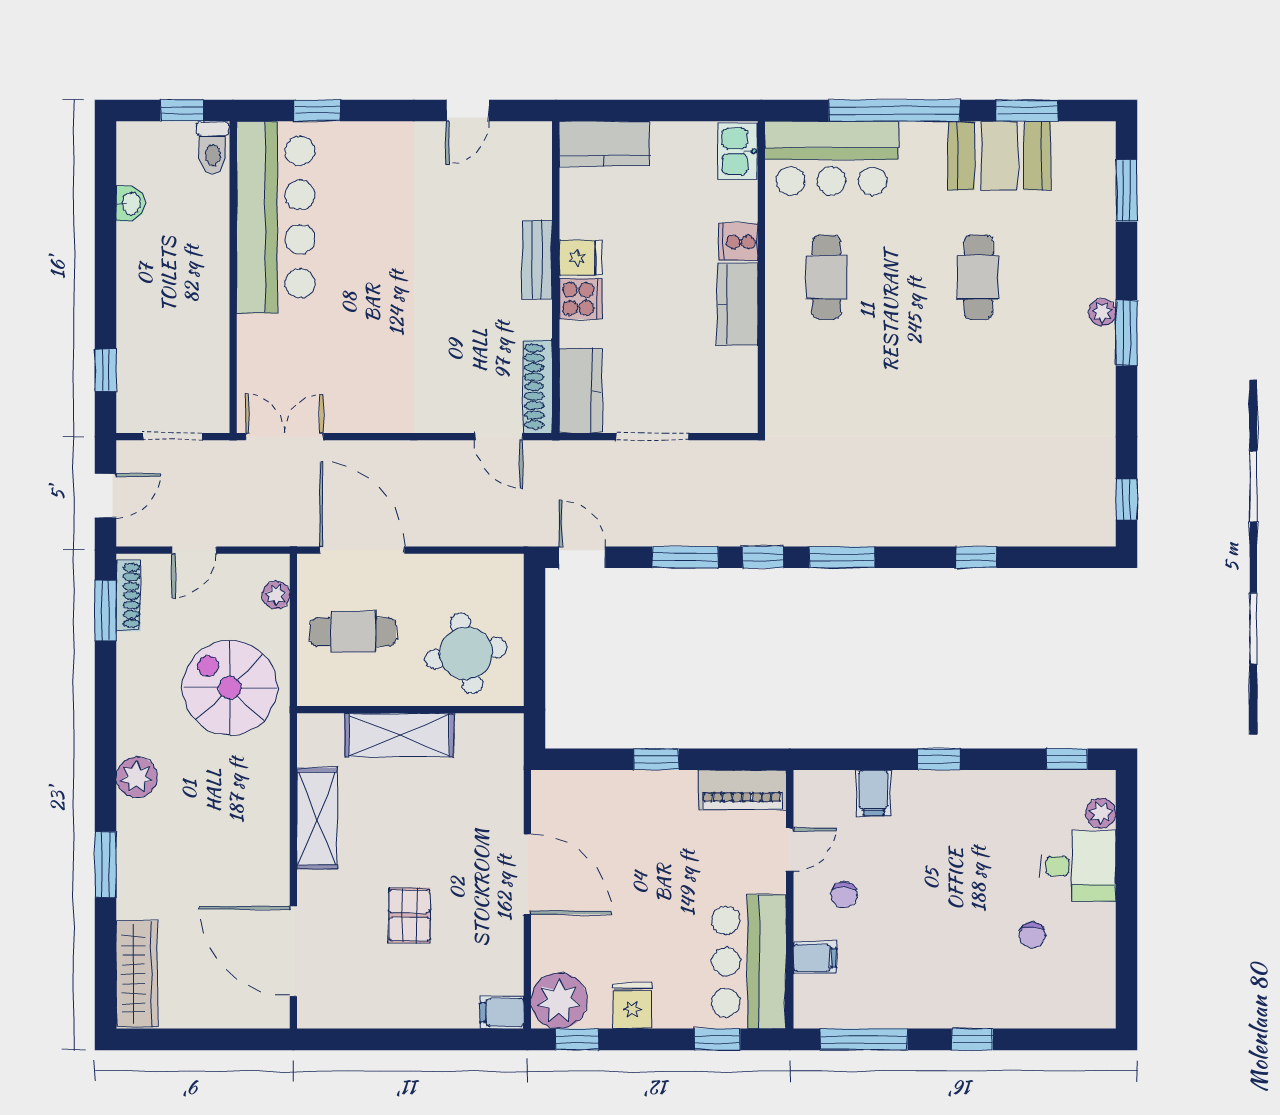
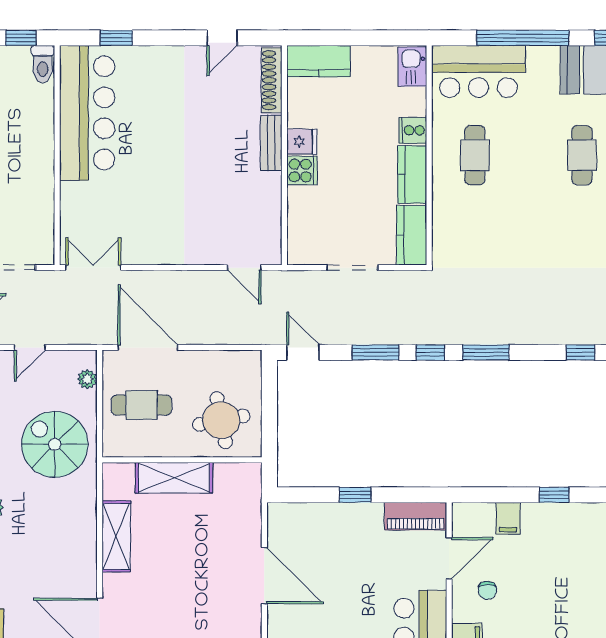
shoe rack: (538, 387) -> (272, 80), moved
kitchen counter: (581, 391) -> (412, 235), moved, turned 180
door: (790, 849) -> (449, 558), width x1.38
pallet: (409, 915) -> (181, 605), removed

